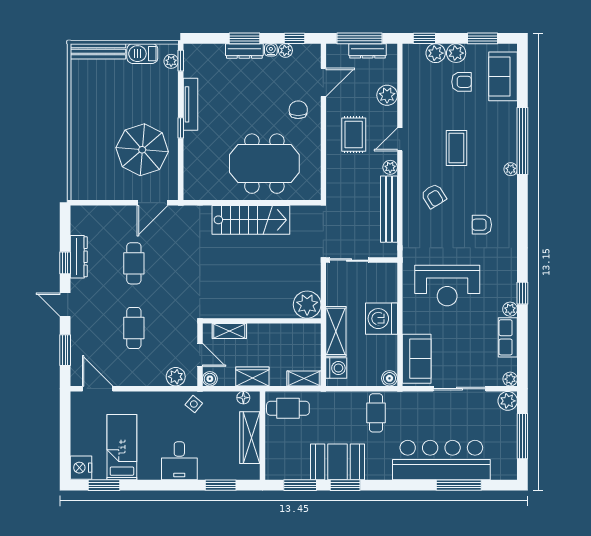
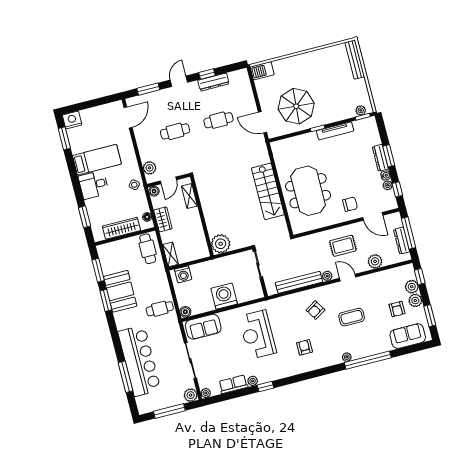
barbecue: (142, 54) -> (262, 71), moved, turned -90
shelving: (336, 331) -> (208, 268), removed
bed: (122, 447) -> (97, 160), moved

